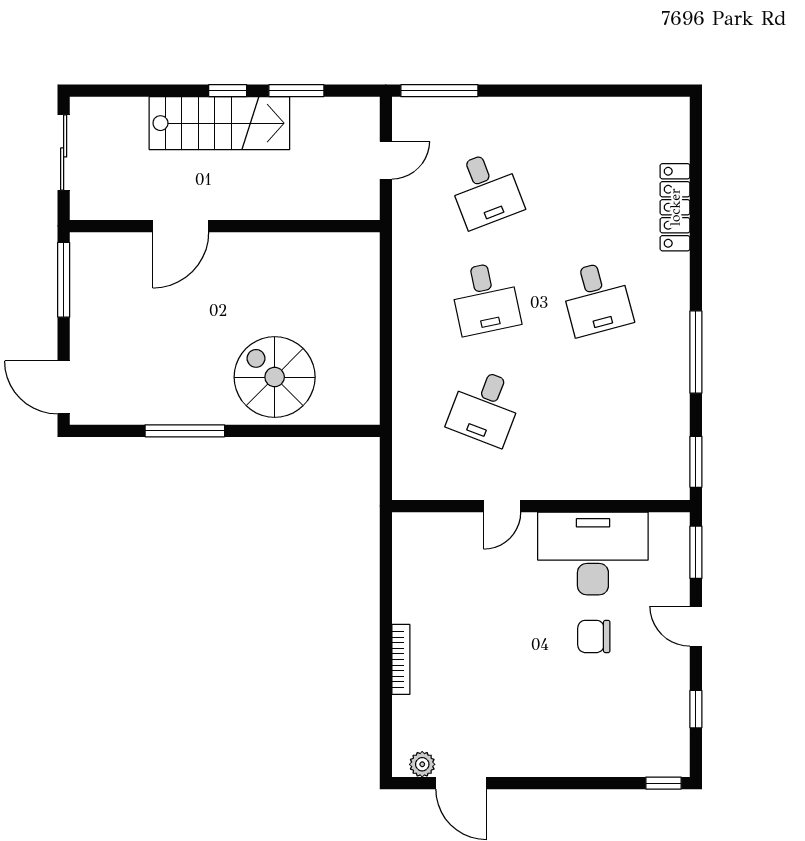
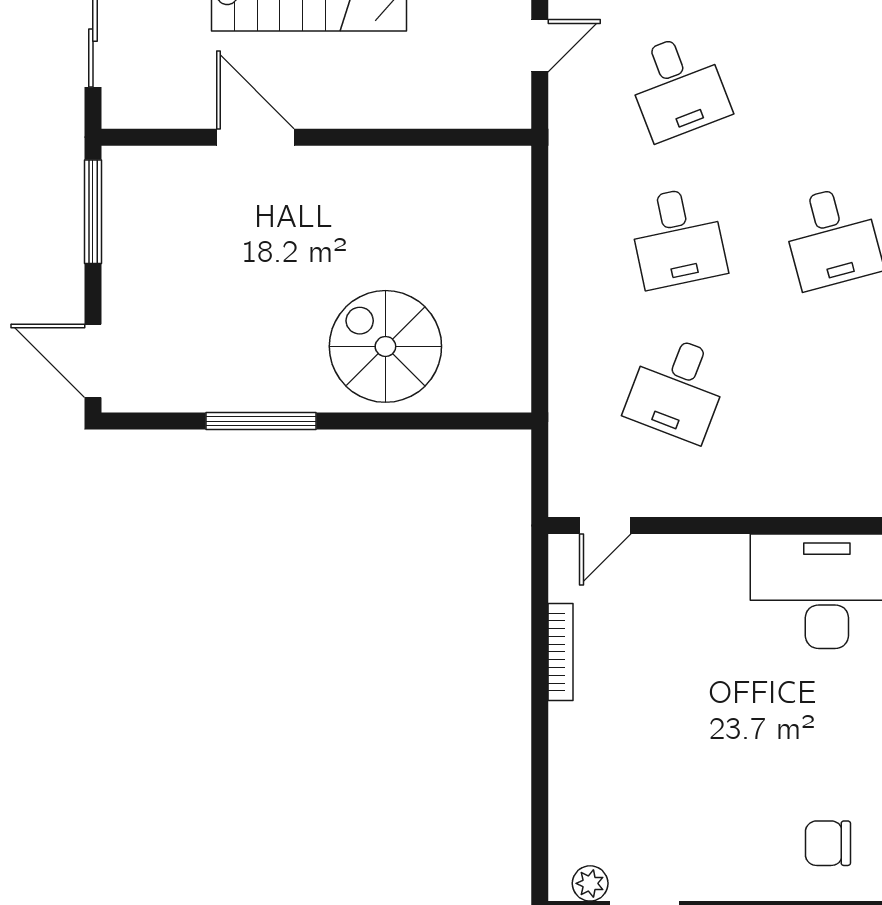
door: (181, 226) -> (255, 137), swing flipped
door: (502, 506) -> (605, 525), moved
chair: (594, 636) -> (828, 843), moved
bookcase: (401, 659) -> (560, 652), moved

